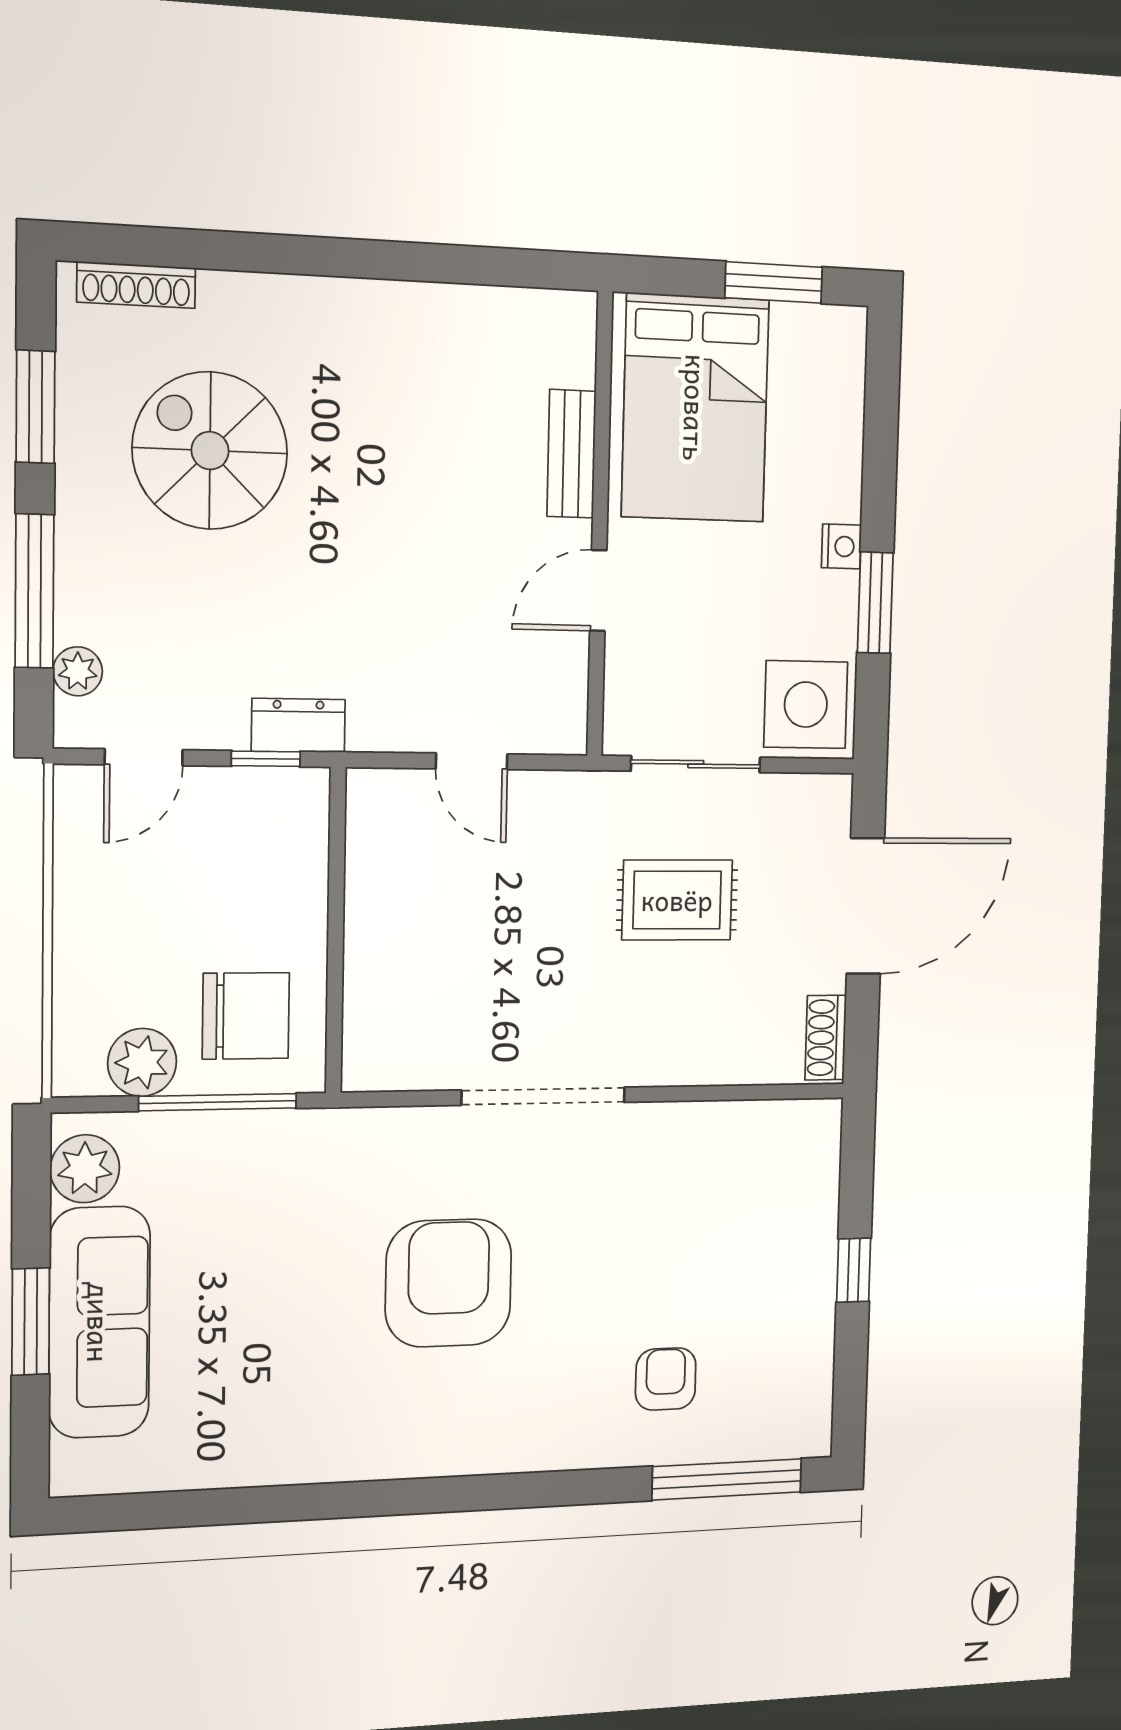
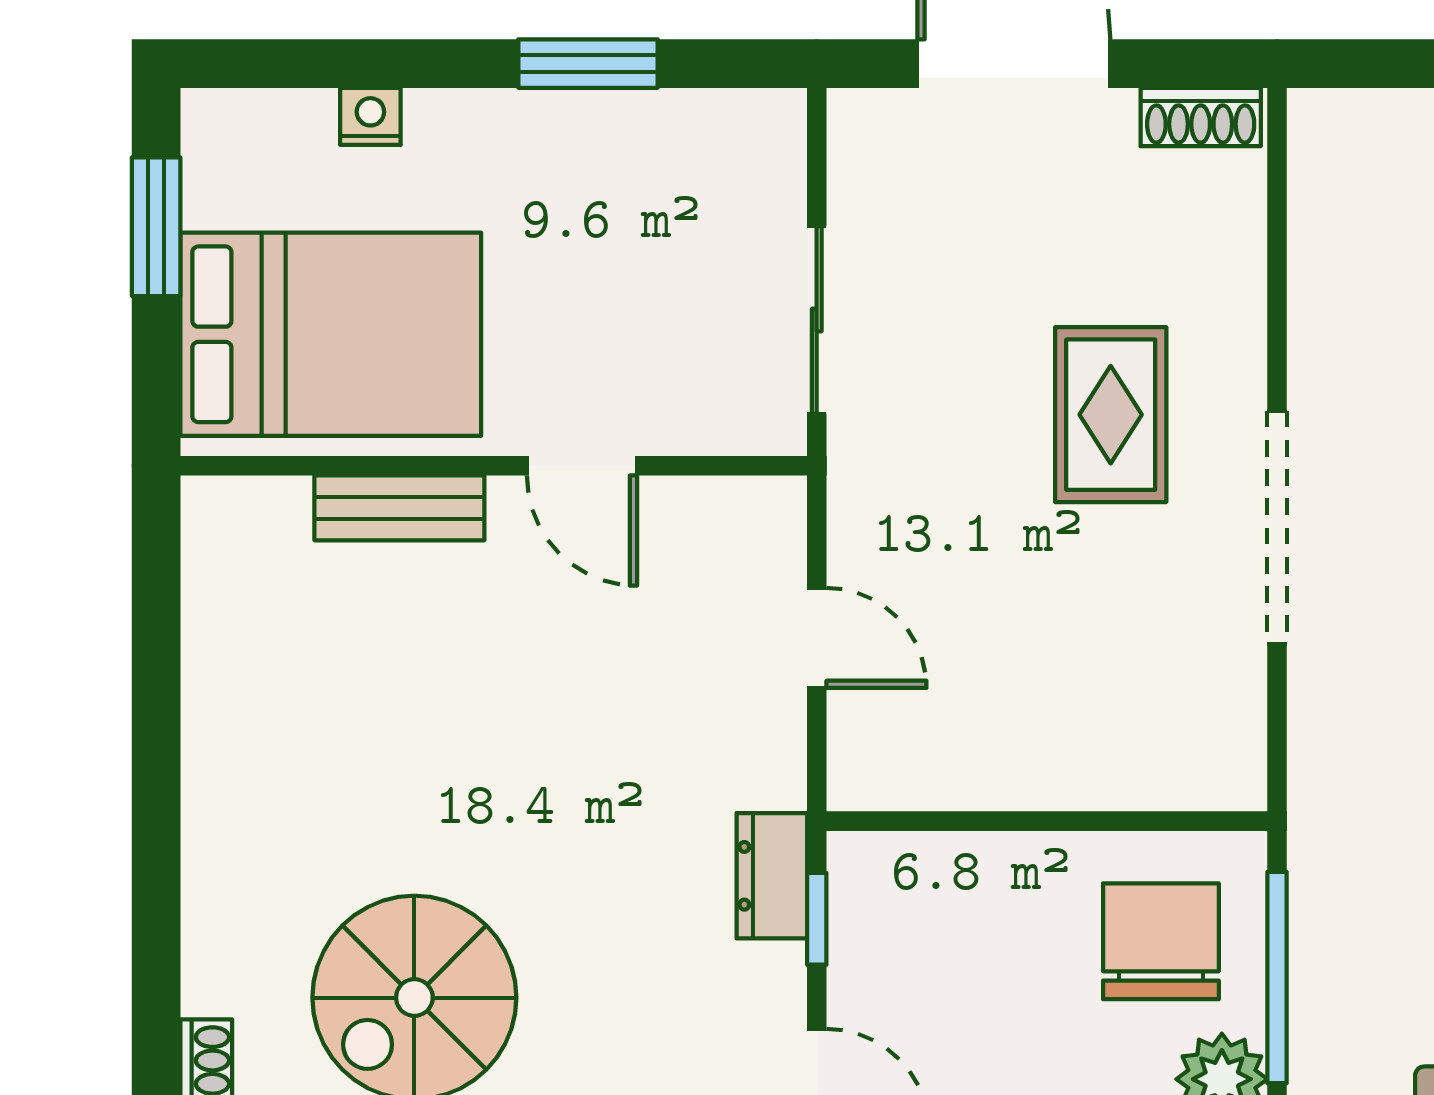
nightstand: (841, 546) -> (370, 116), moved
side table: (806, 705) -> (732, 162), removed
door: (472, 761) -> (817, 638), hinge flipped
rug: (677, 900) -> (1111, 415), moved

